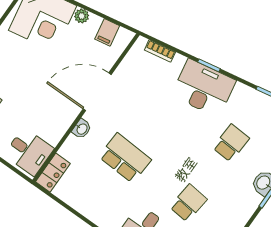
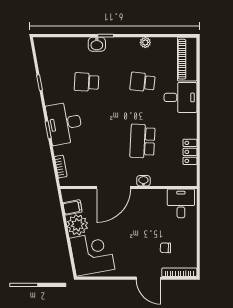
plant: (82, 16) -> (77, 225), width x1.88, depth x1.88
door: (97, 92) -> (114, 188), hinge flipped
locker: (53, 173) -> (190, 152), moved, turned -90

